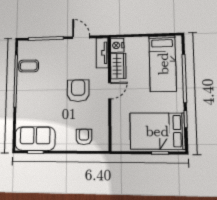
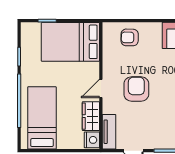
armchair: (78, 91) -> (136, 89), turned 180
bed: (157, 131) -> (70, 42), moved, turned 180
armchair: (84, 137) -> (130, 37), turned 91

